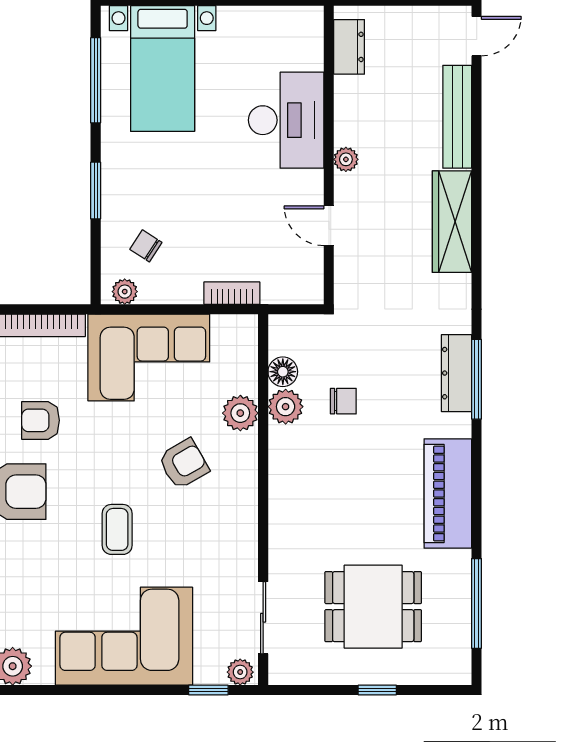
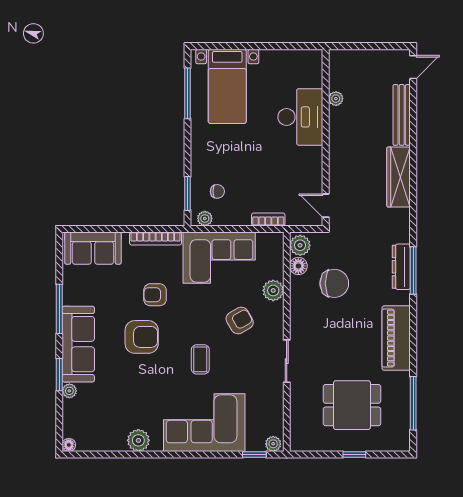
dresser: (349, 47) -> (338, 74), removed
plant: (346, 159) -> (336, 99), moved
window: (96, 191) -> (188, 193), moved
door: (329, 226) -> (326, 206), moved
chair: (146, 246) -> (217, 191), turned 147
chair: (343, 401) -> (334, 283), width x1.87, depth x1.87
plant: (286, 407) -> (300, 245), moved
sliding door: (263, 618) -> (287, 361), moved

